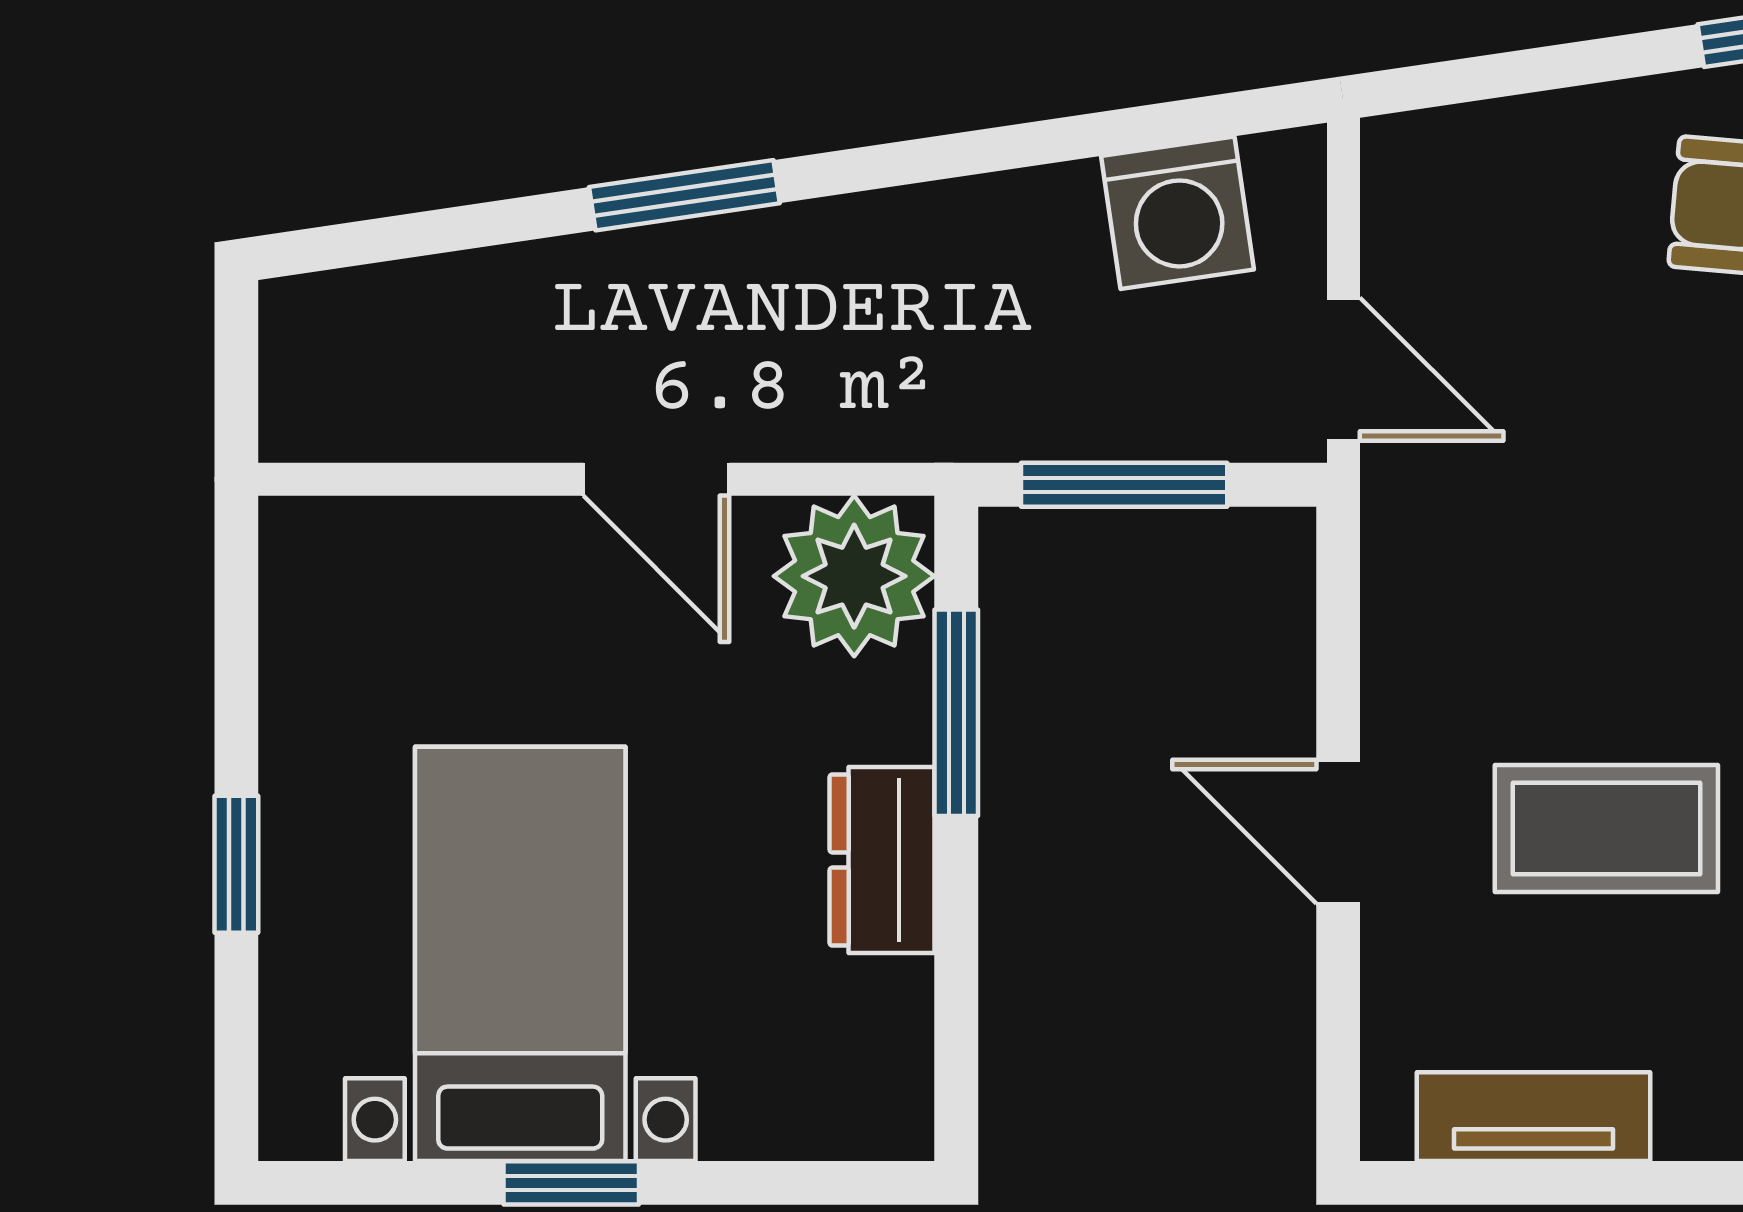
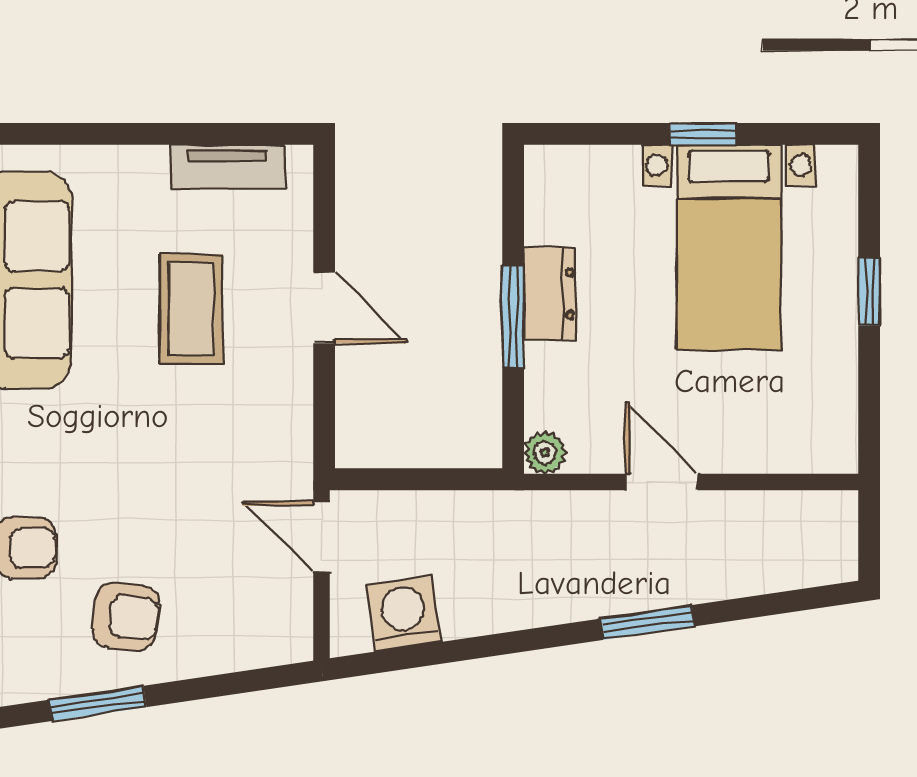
window: (1124, 485) -> (430, 479), removed
plant: (854, 576) -> (545, 453), width x0.53, depth x0.53
window: (956, 713) -> (513, 316), moved
coffee table: (1606, 828) -> (191, 309), turned 90

